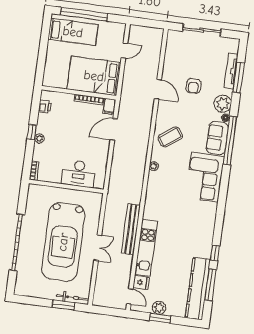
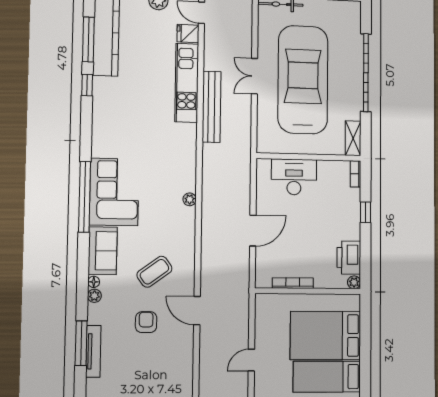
bed: (94, 76) -> (325, 335), moved, turned 180
plant: (223, 104) -> (94, 296), width x0.53, depth x0.53
filing cabinet: (109, 106) -> (263, 277), removed
printer: (45, 107) -> (349, 258), width x1.87, depth x1.48
door: (114, 129) -> (253, 231), moved
window: (32, 132) -> (366, 212), moved
coffee table: (170, 137) -> (154, 272), moved
plant: (39, 138) -> (354, 282), moved
window: (230, 141) -> (85, 197), moved
shelving: (32, 196) -> (353, 138), added

